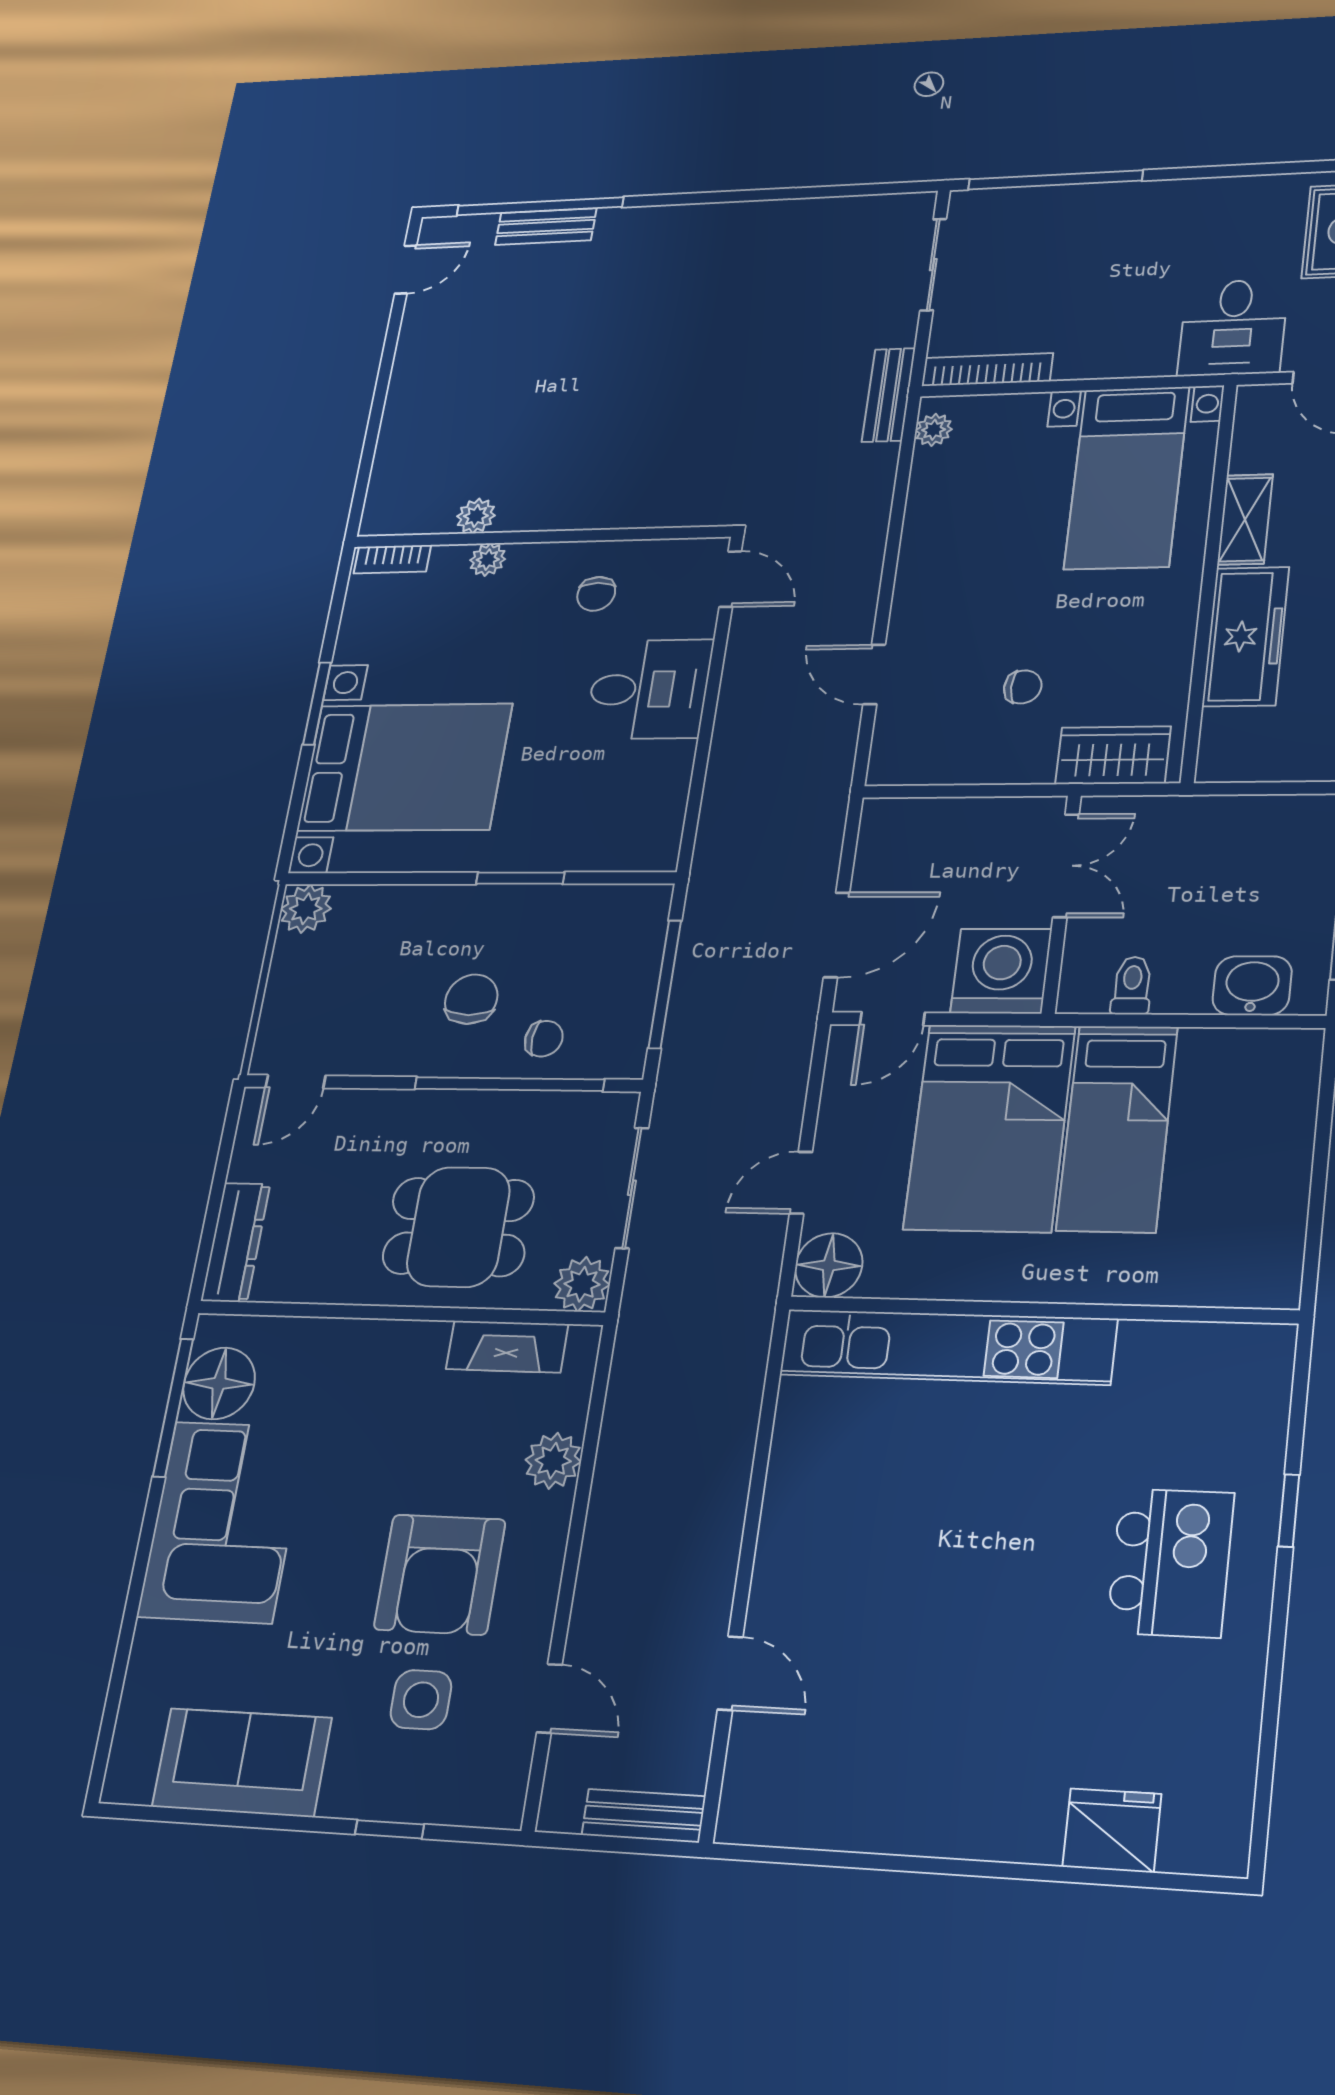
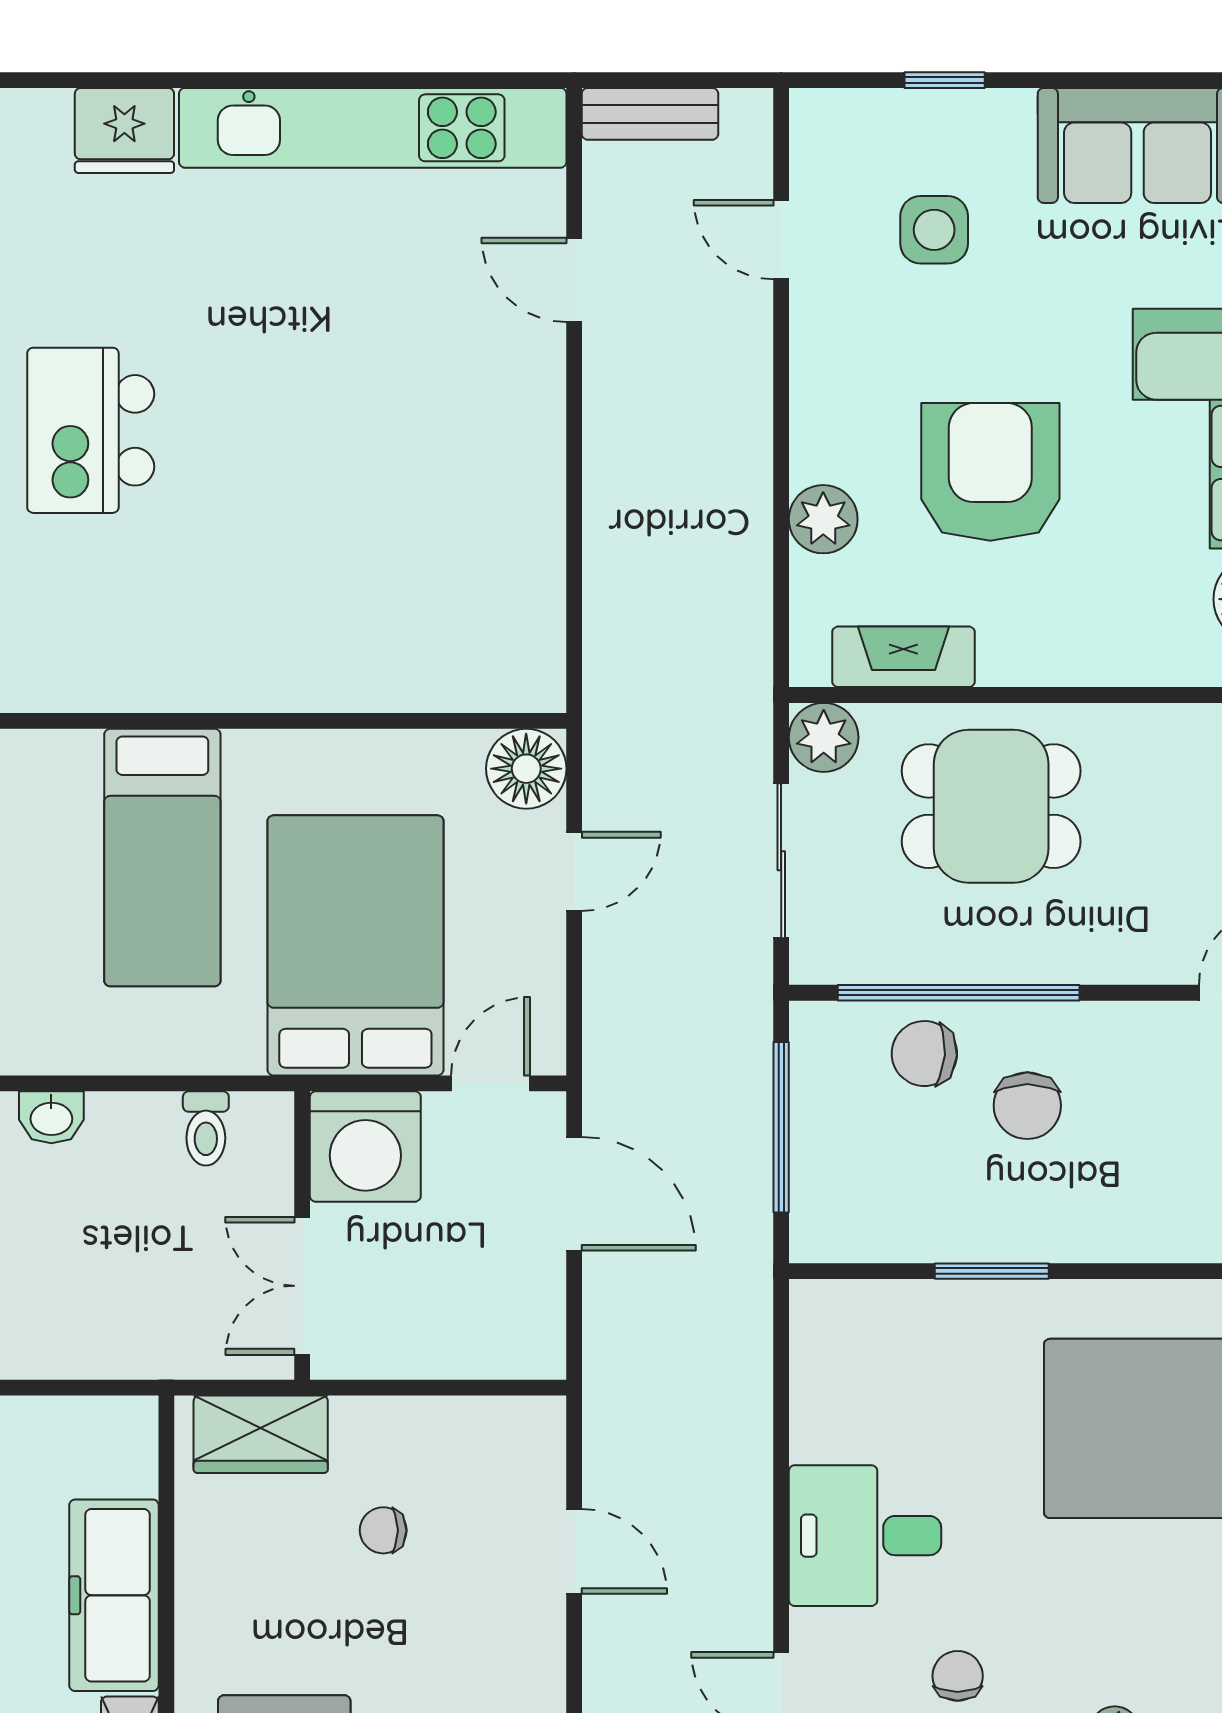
door: (837, 935) -> (574, 1194), swing flipped
washbasin: (1252, 986) -> (51, 1117), width x0.72, depth x0.69
chair: (544, 1039) -> (924, 1054), width x1.37, depth x1.37
bed: (1117, 1128) -> (162, 858), moved, turned 180
kitchen unit: (947, 1347) -> (373, 128), moved, turned 180
armchair: (440, 1574) -> (990, 472), moved

